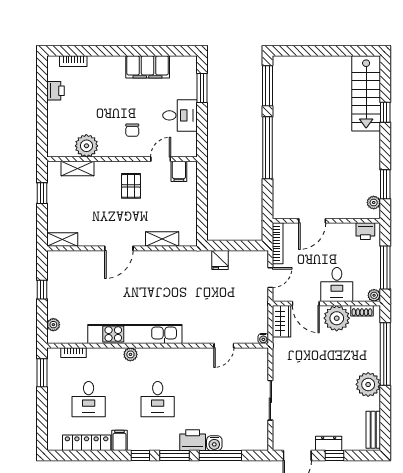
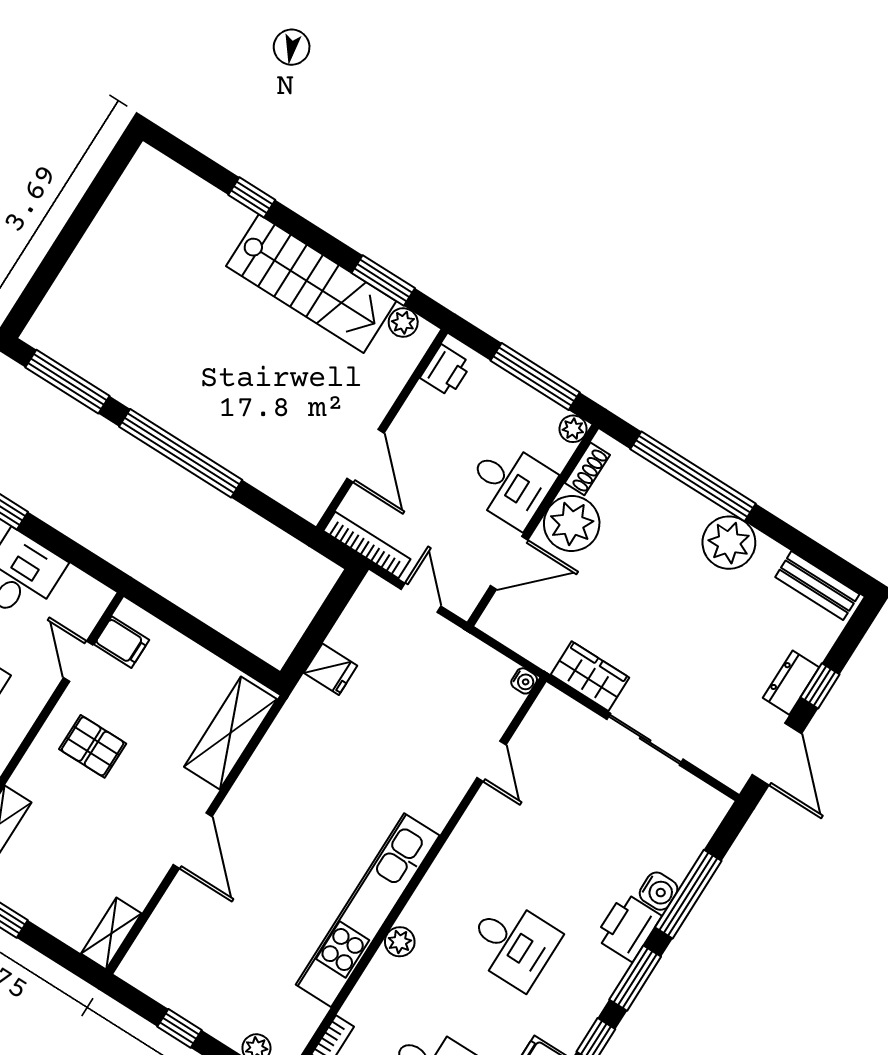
stairs: (366, 93) -> (311, 284), moved
shelving: (162, 239) -> (230, 733), width x1.50, depth x1.33
wardrobe: (281, 321) -> (590, 676), moved

